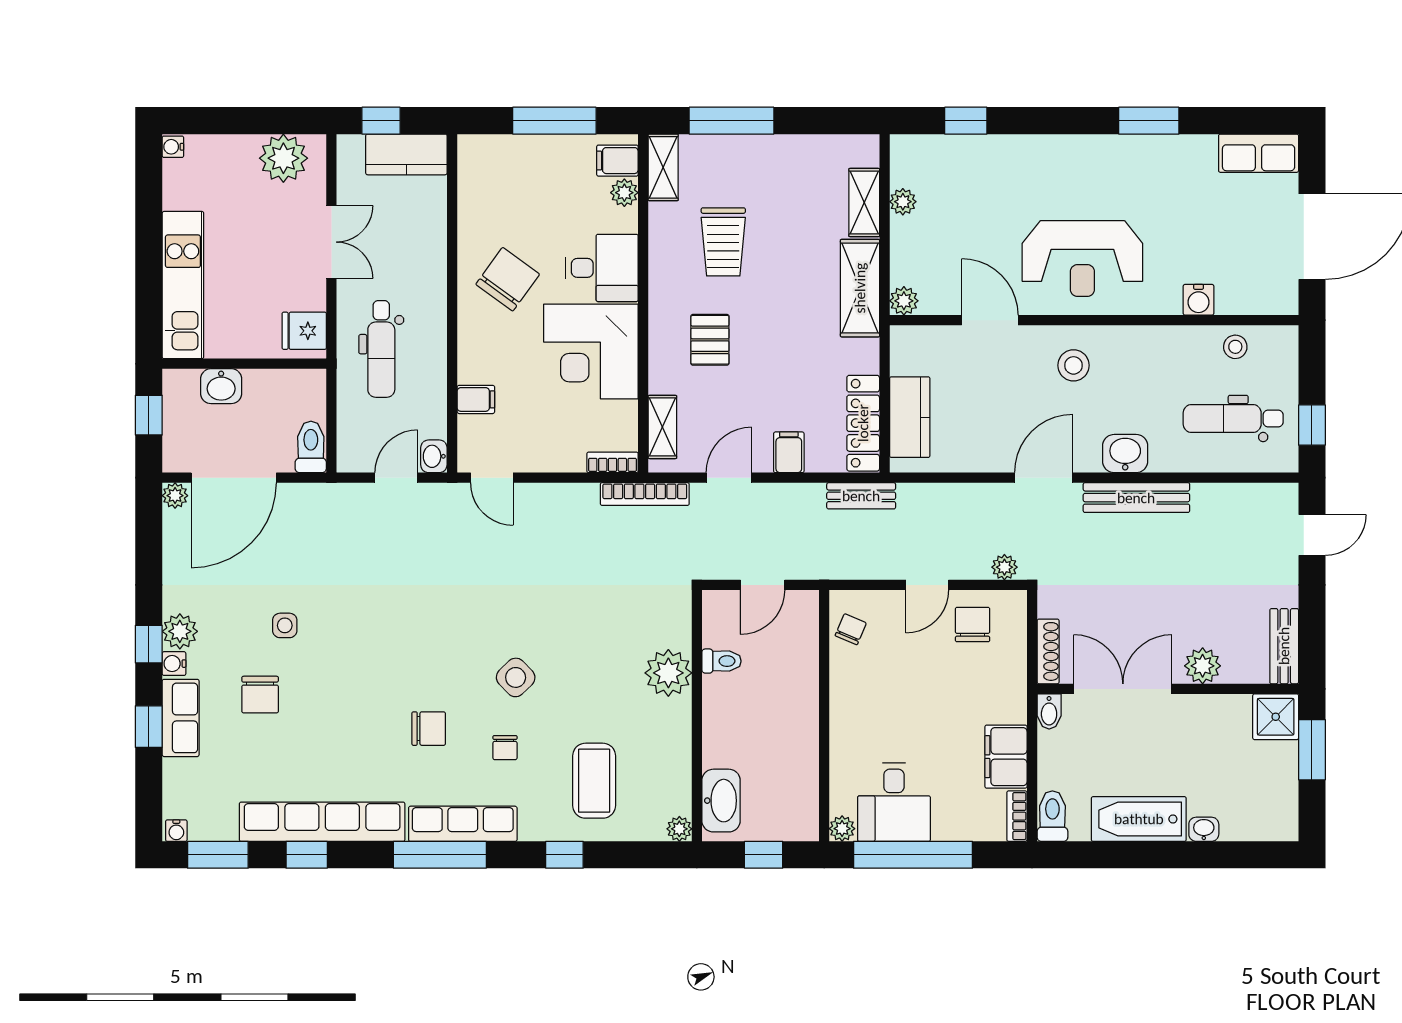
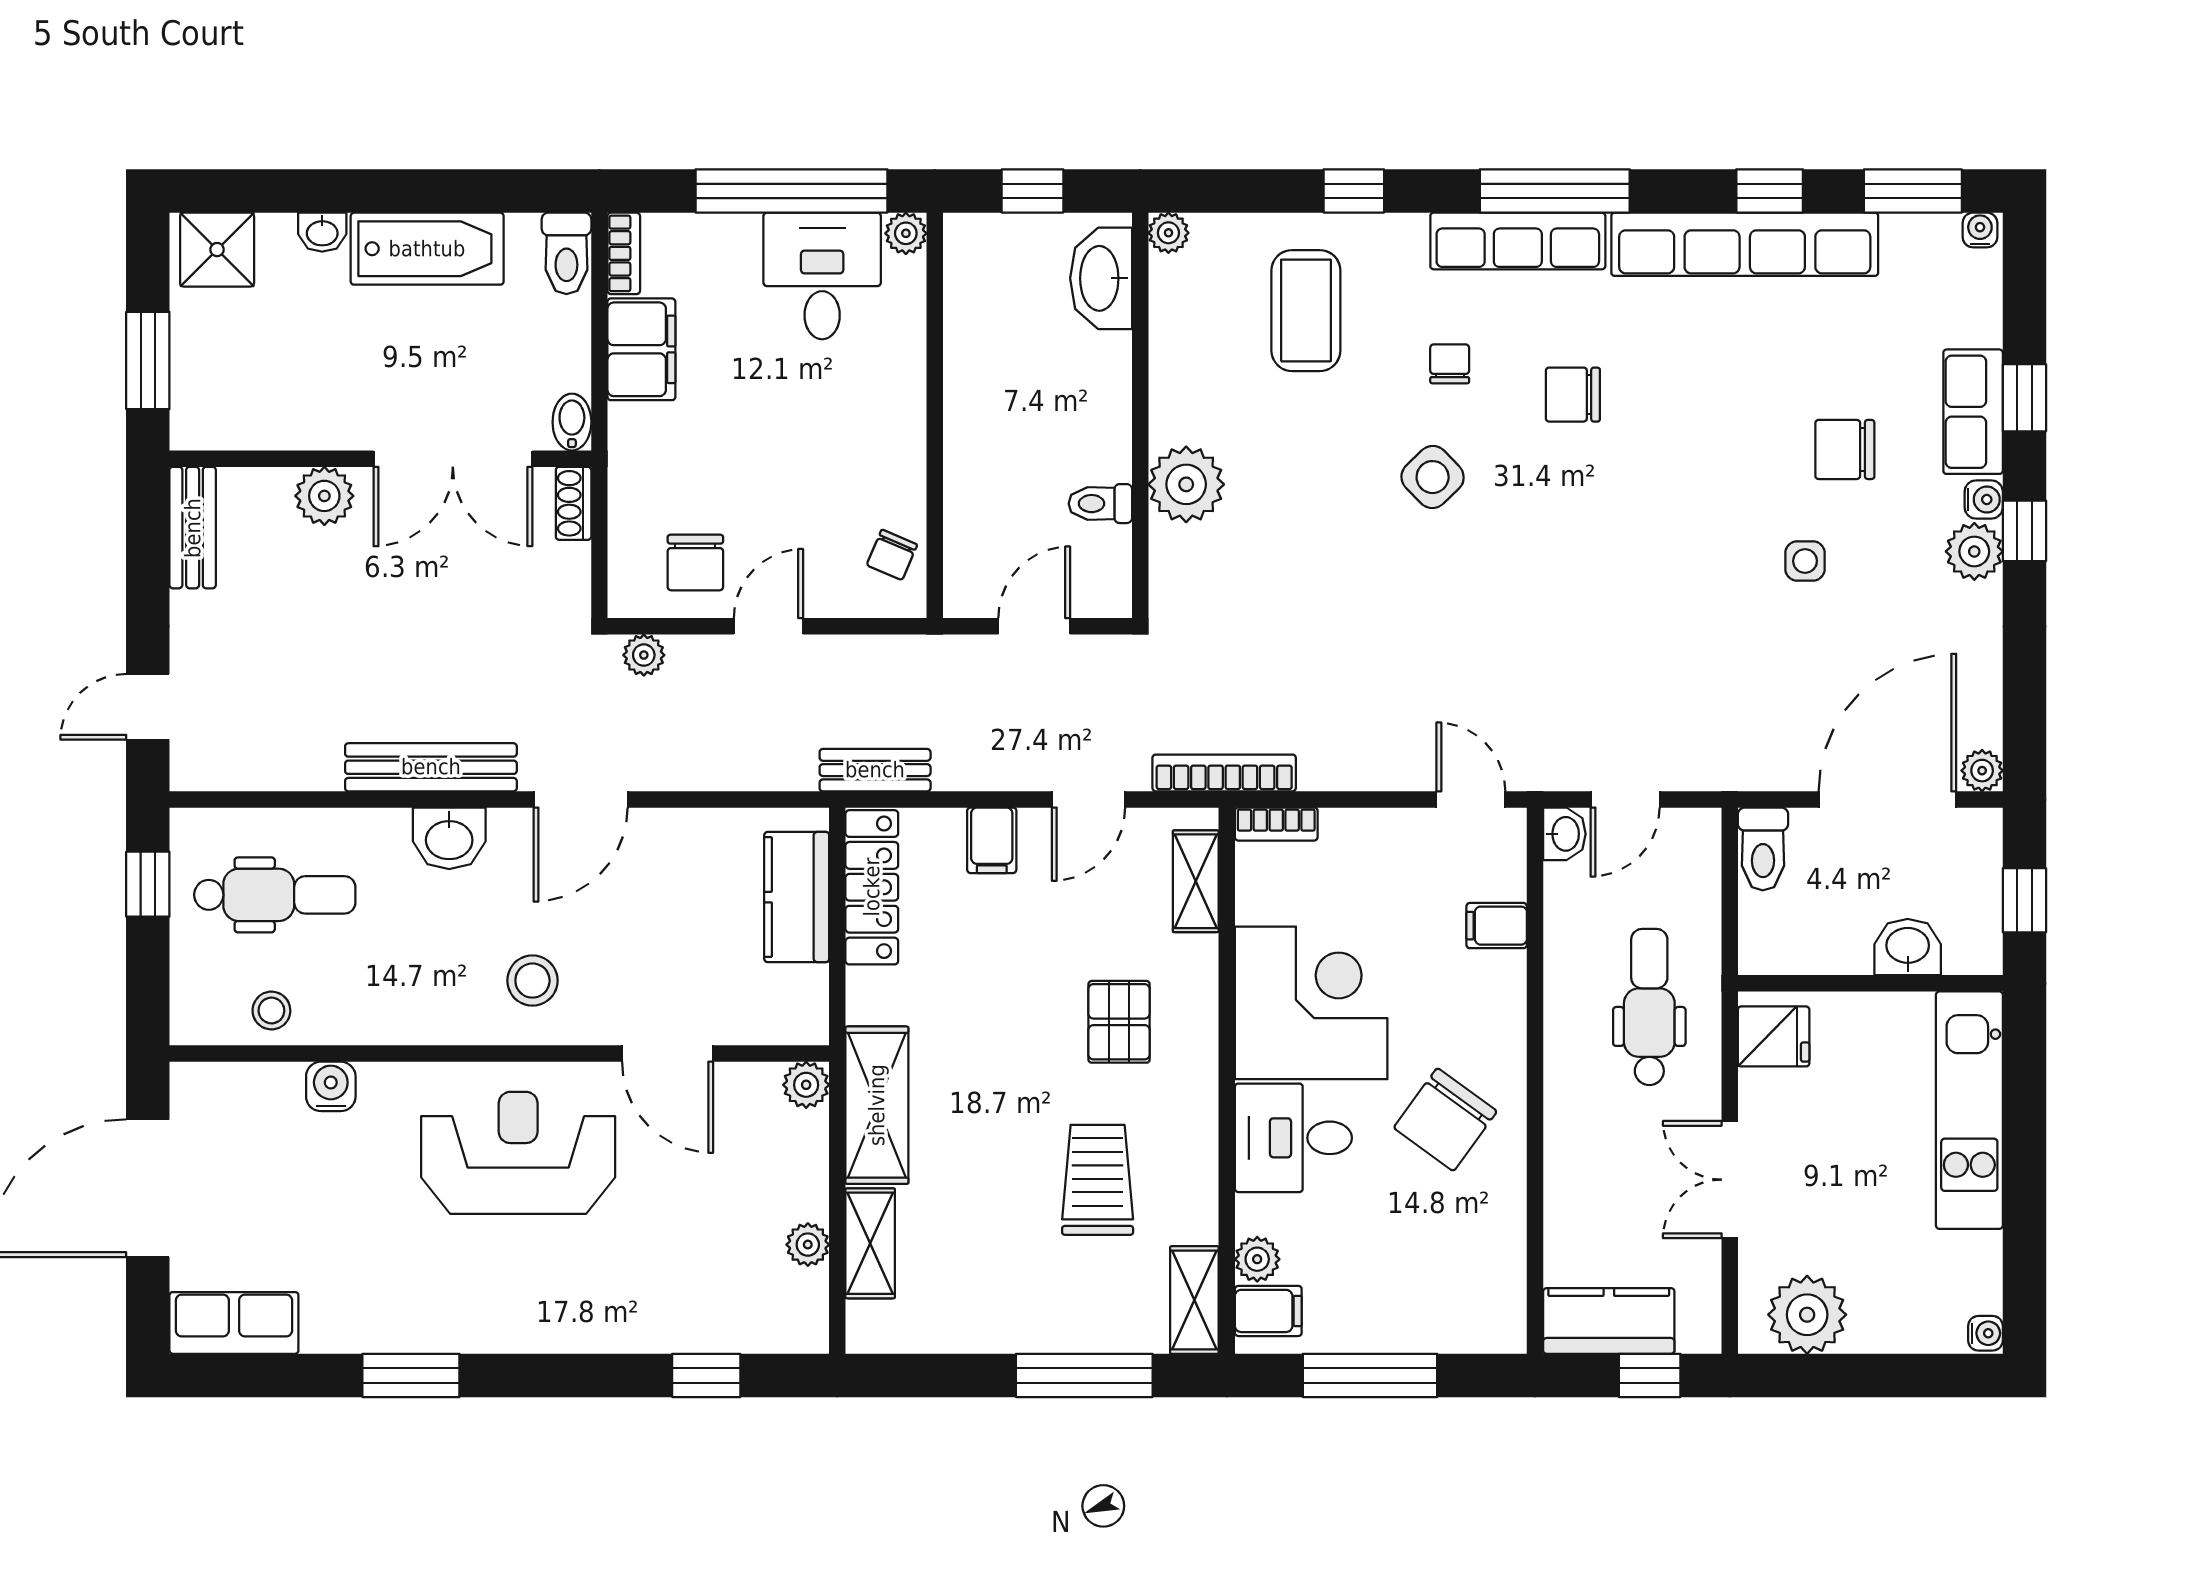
shoe rack: (1048, 651) -> (574, 503), width x0.70
chair: (260, 695) -> (1845, 449), turned -90
shower: (1276, 717) -> (217, 250), moved

